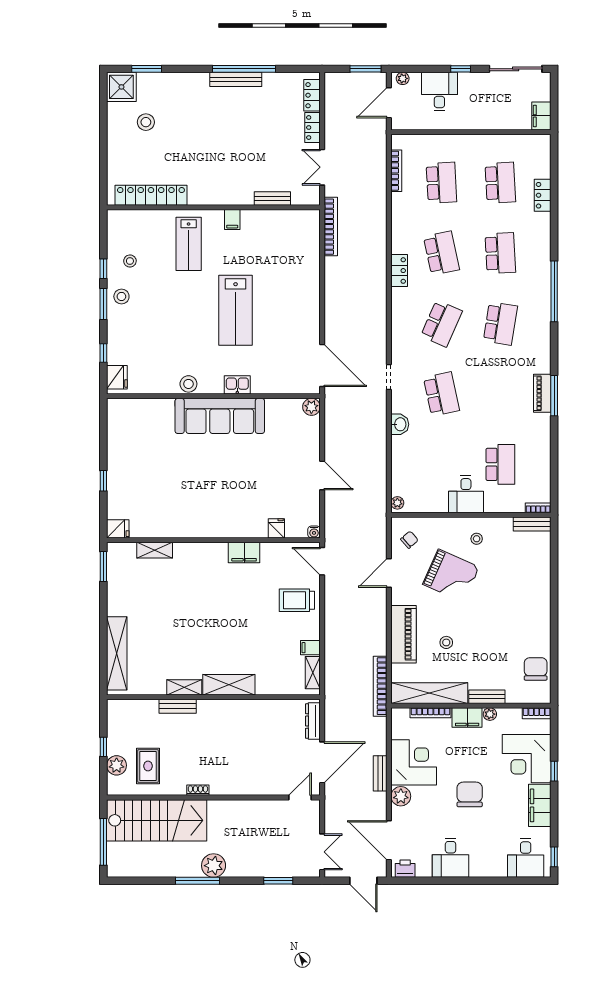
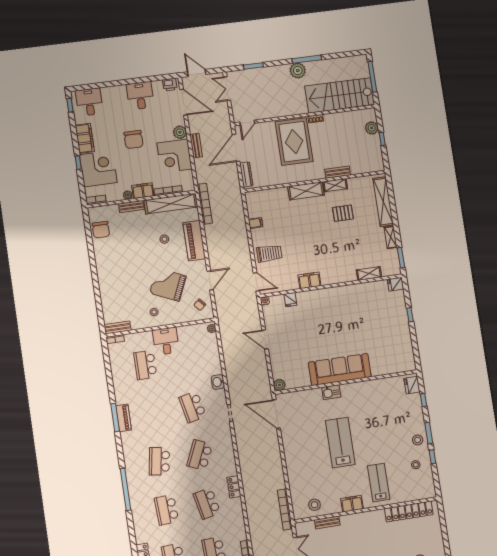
filing cabinet: (232, 219) -> (352, 504), width x2.00
stool: (188, 384) -> (315, 505), moved
pallet: (179, 644) -> (343, 213), added
shelving: (313, 673) -> (391, 237), moved
rug: (148, 766) -> (294, 142), moved, width x1.86, depth x2.06

